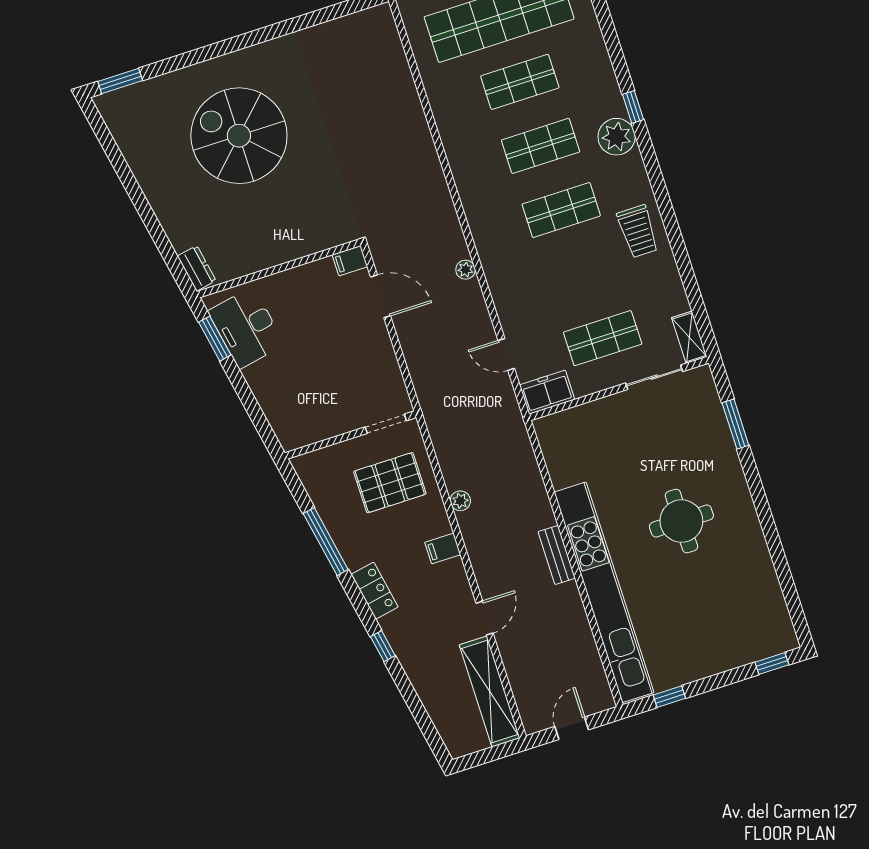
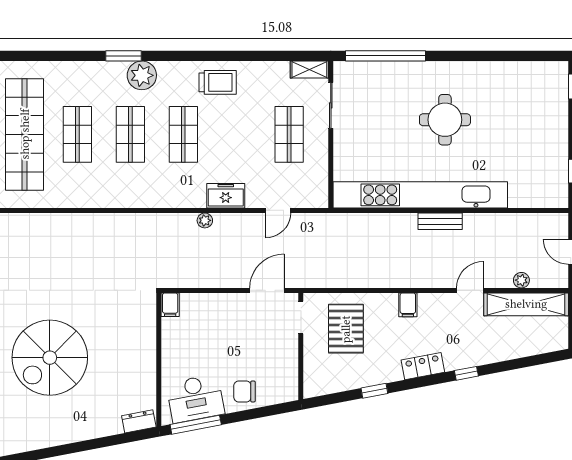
window: (633, 107) -> (124, 56), width x1.50
door: (381, 296) -> (267, 290), moved
window: (215, 339) -> (196, 425), width x1.44
chair: (274, 385) -> (244, 391), added
freezer: (547, 392) -> (226, 196), moved, turned 90
window: (735, 424) -> (385, 56), width x2.11
plant: (460, 501) -> (521, 280), moved
window: (326, 542) -> (374, 391), width x0.46
kitchen unit: (604, 592) -> (420, 195), moved
door: (485, 618) -> (470, 290), hinge flipped

